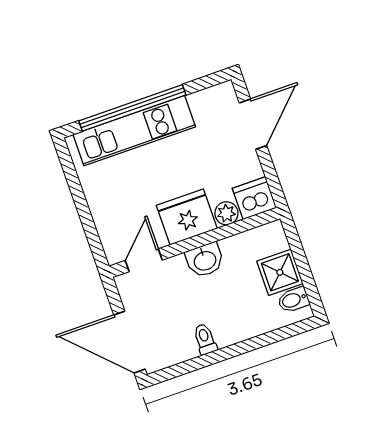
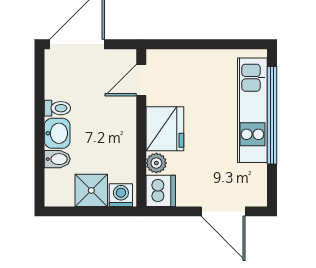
washing machine: (274, 239) -> (121, 195), added
door: (144, 260) -> (141, 80), swing flipped
washbasin: (205, 260) -> (57, 133), moved, turned 180
bidet: (293, 300) -> (57, 159), moved, turned 90

